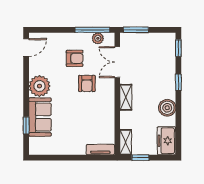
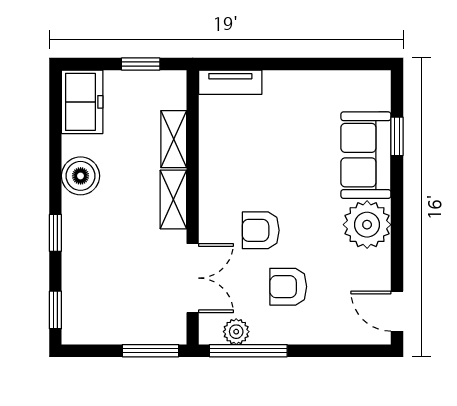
door: (26, 48) -> (397, 311), hinge flipped
armchair: (87, 83) -> (261, 230), turned -90
shelving: (126, 142) -> (174, 139), moved

